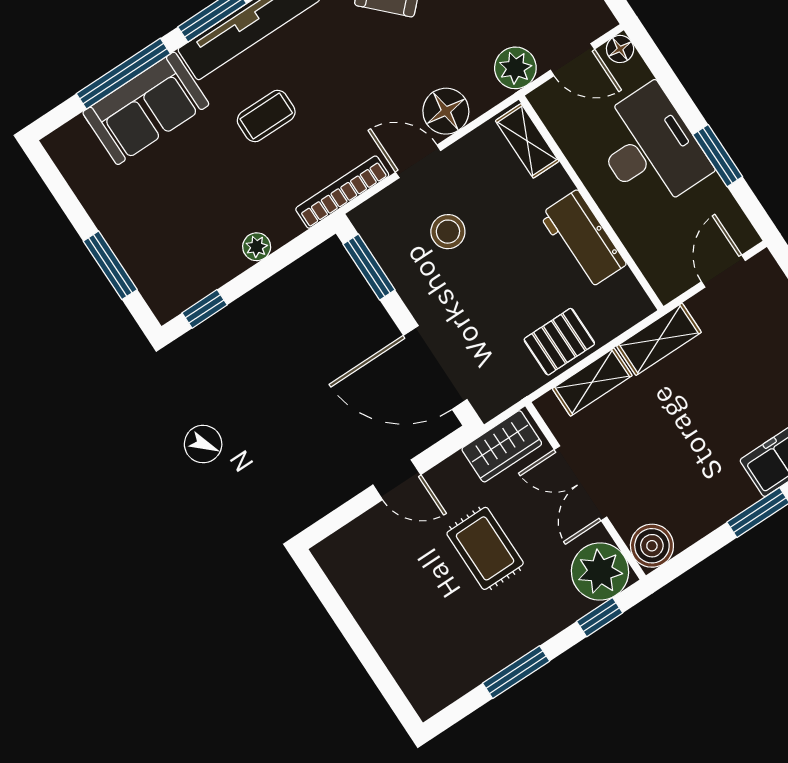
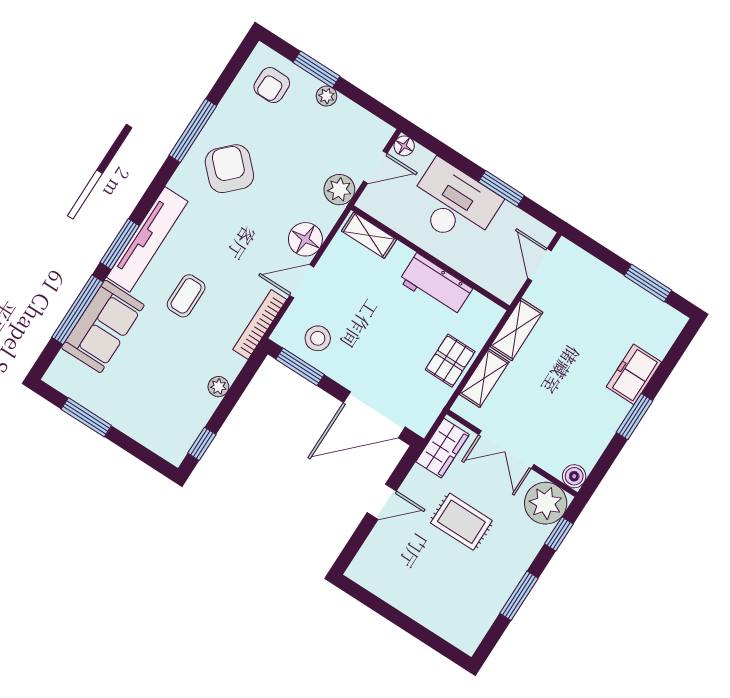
stool: (448, 232) -> (318, 338), moved
window: (110, 265) -> (86, 417), moved
boiler: (652, 546) -> (574, 476), width x0.73, depth x0.73

